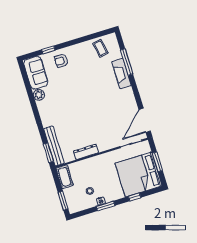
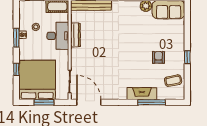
window: (48, 50) -> (187, 57), moved
armchair: (61, 61) -> (158, 57), moved
desk: (92, 168) -> (58, 36), added

